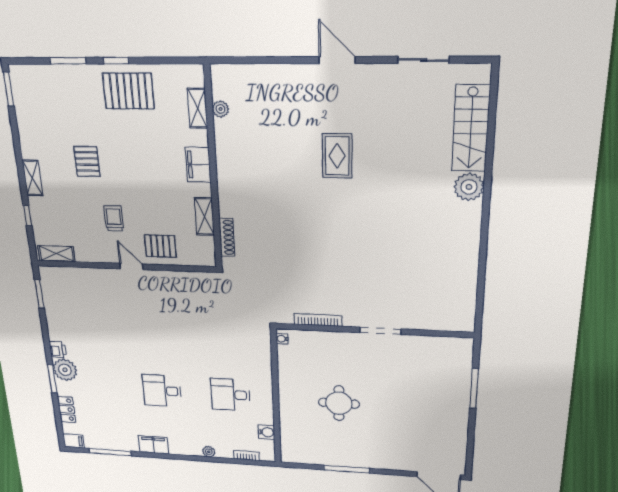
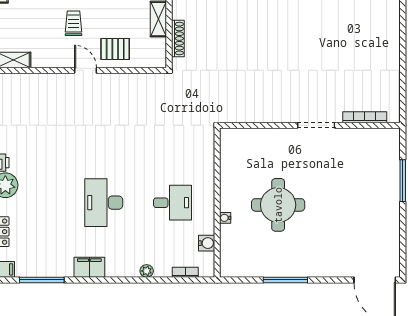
bookcase: (318, 320) -> (365, 117), moved
water cooler: (282, 339) -> (225, 218), moved
desk: (162, 391) -> (104, 203), width x1.37
desk: (230, 395) -> (173, 203), turned 180
round table: (339, 403) -> (278, 205), width x1.36, depth x1.36

